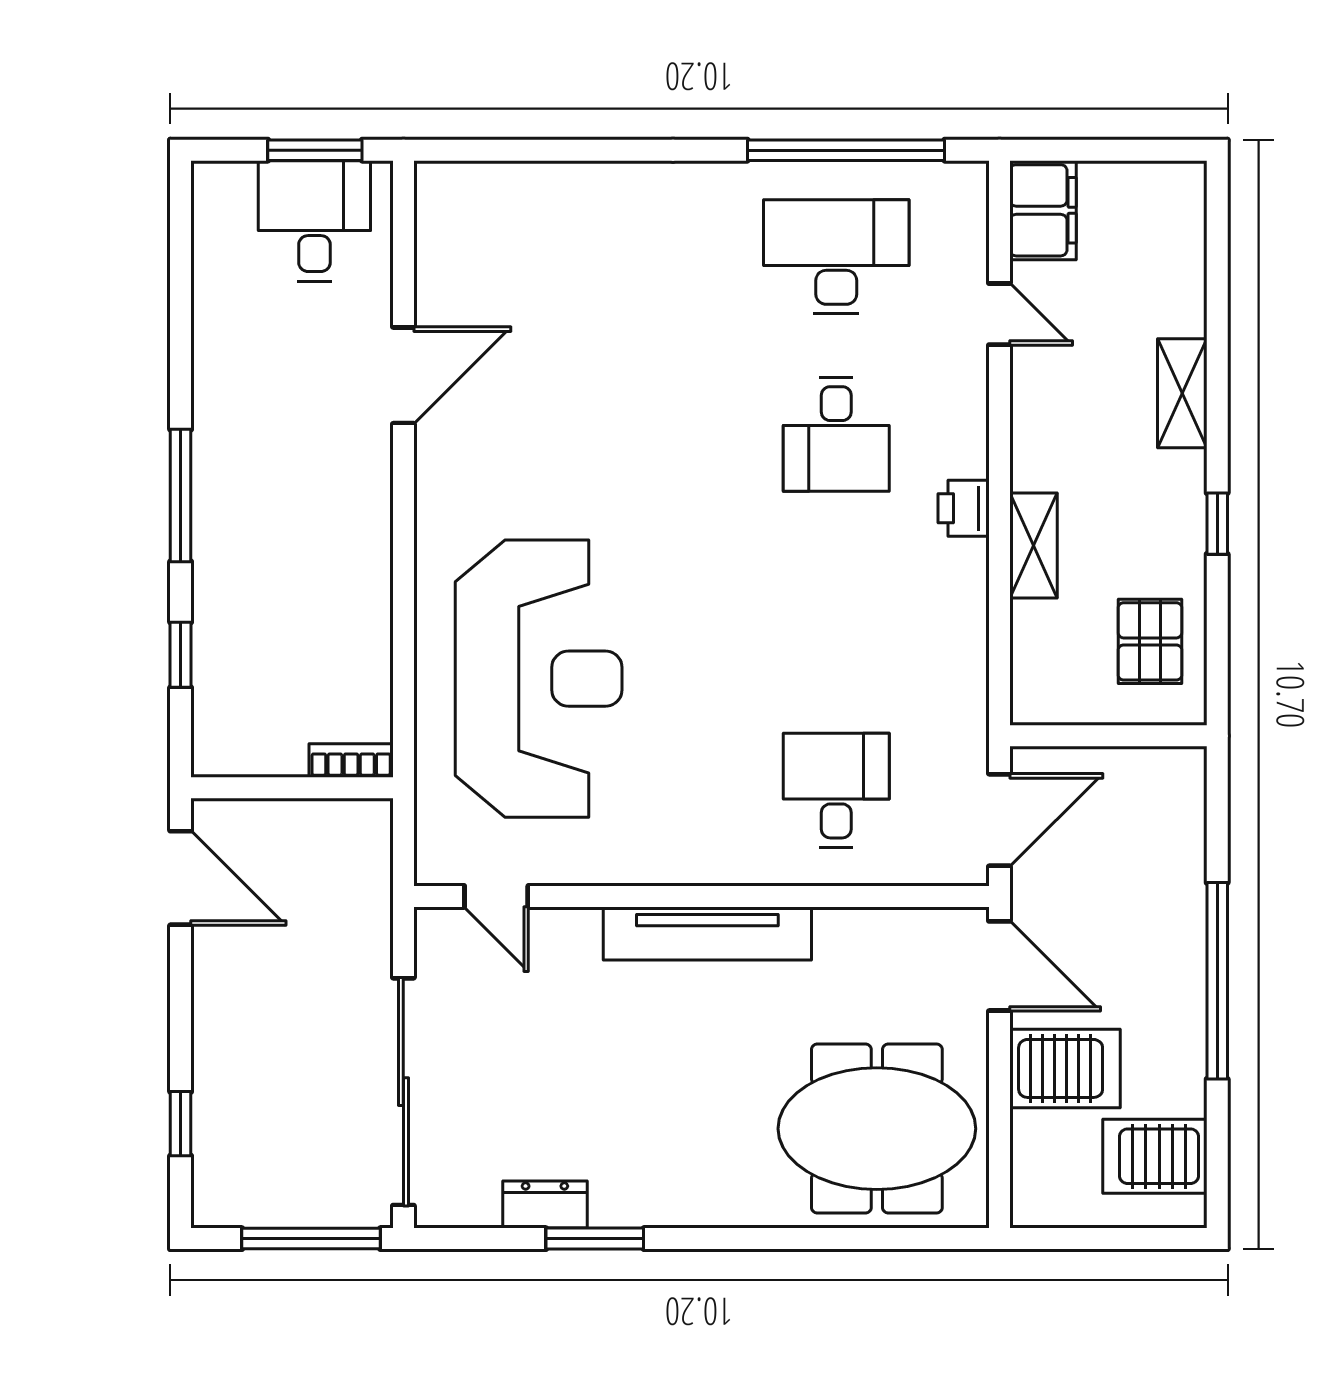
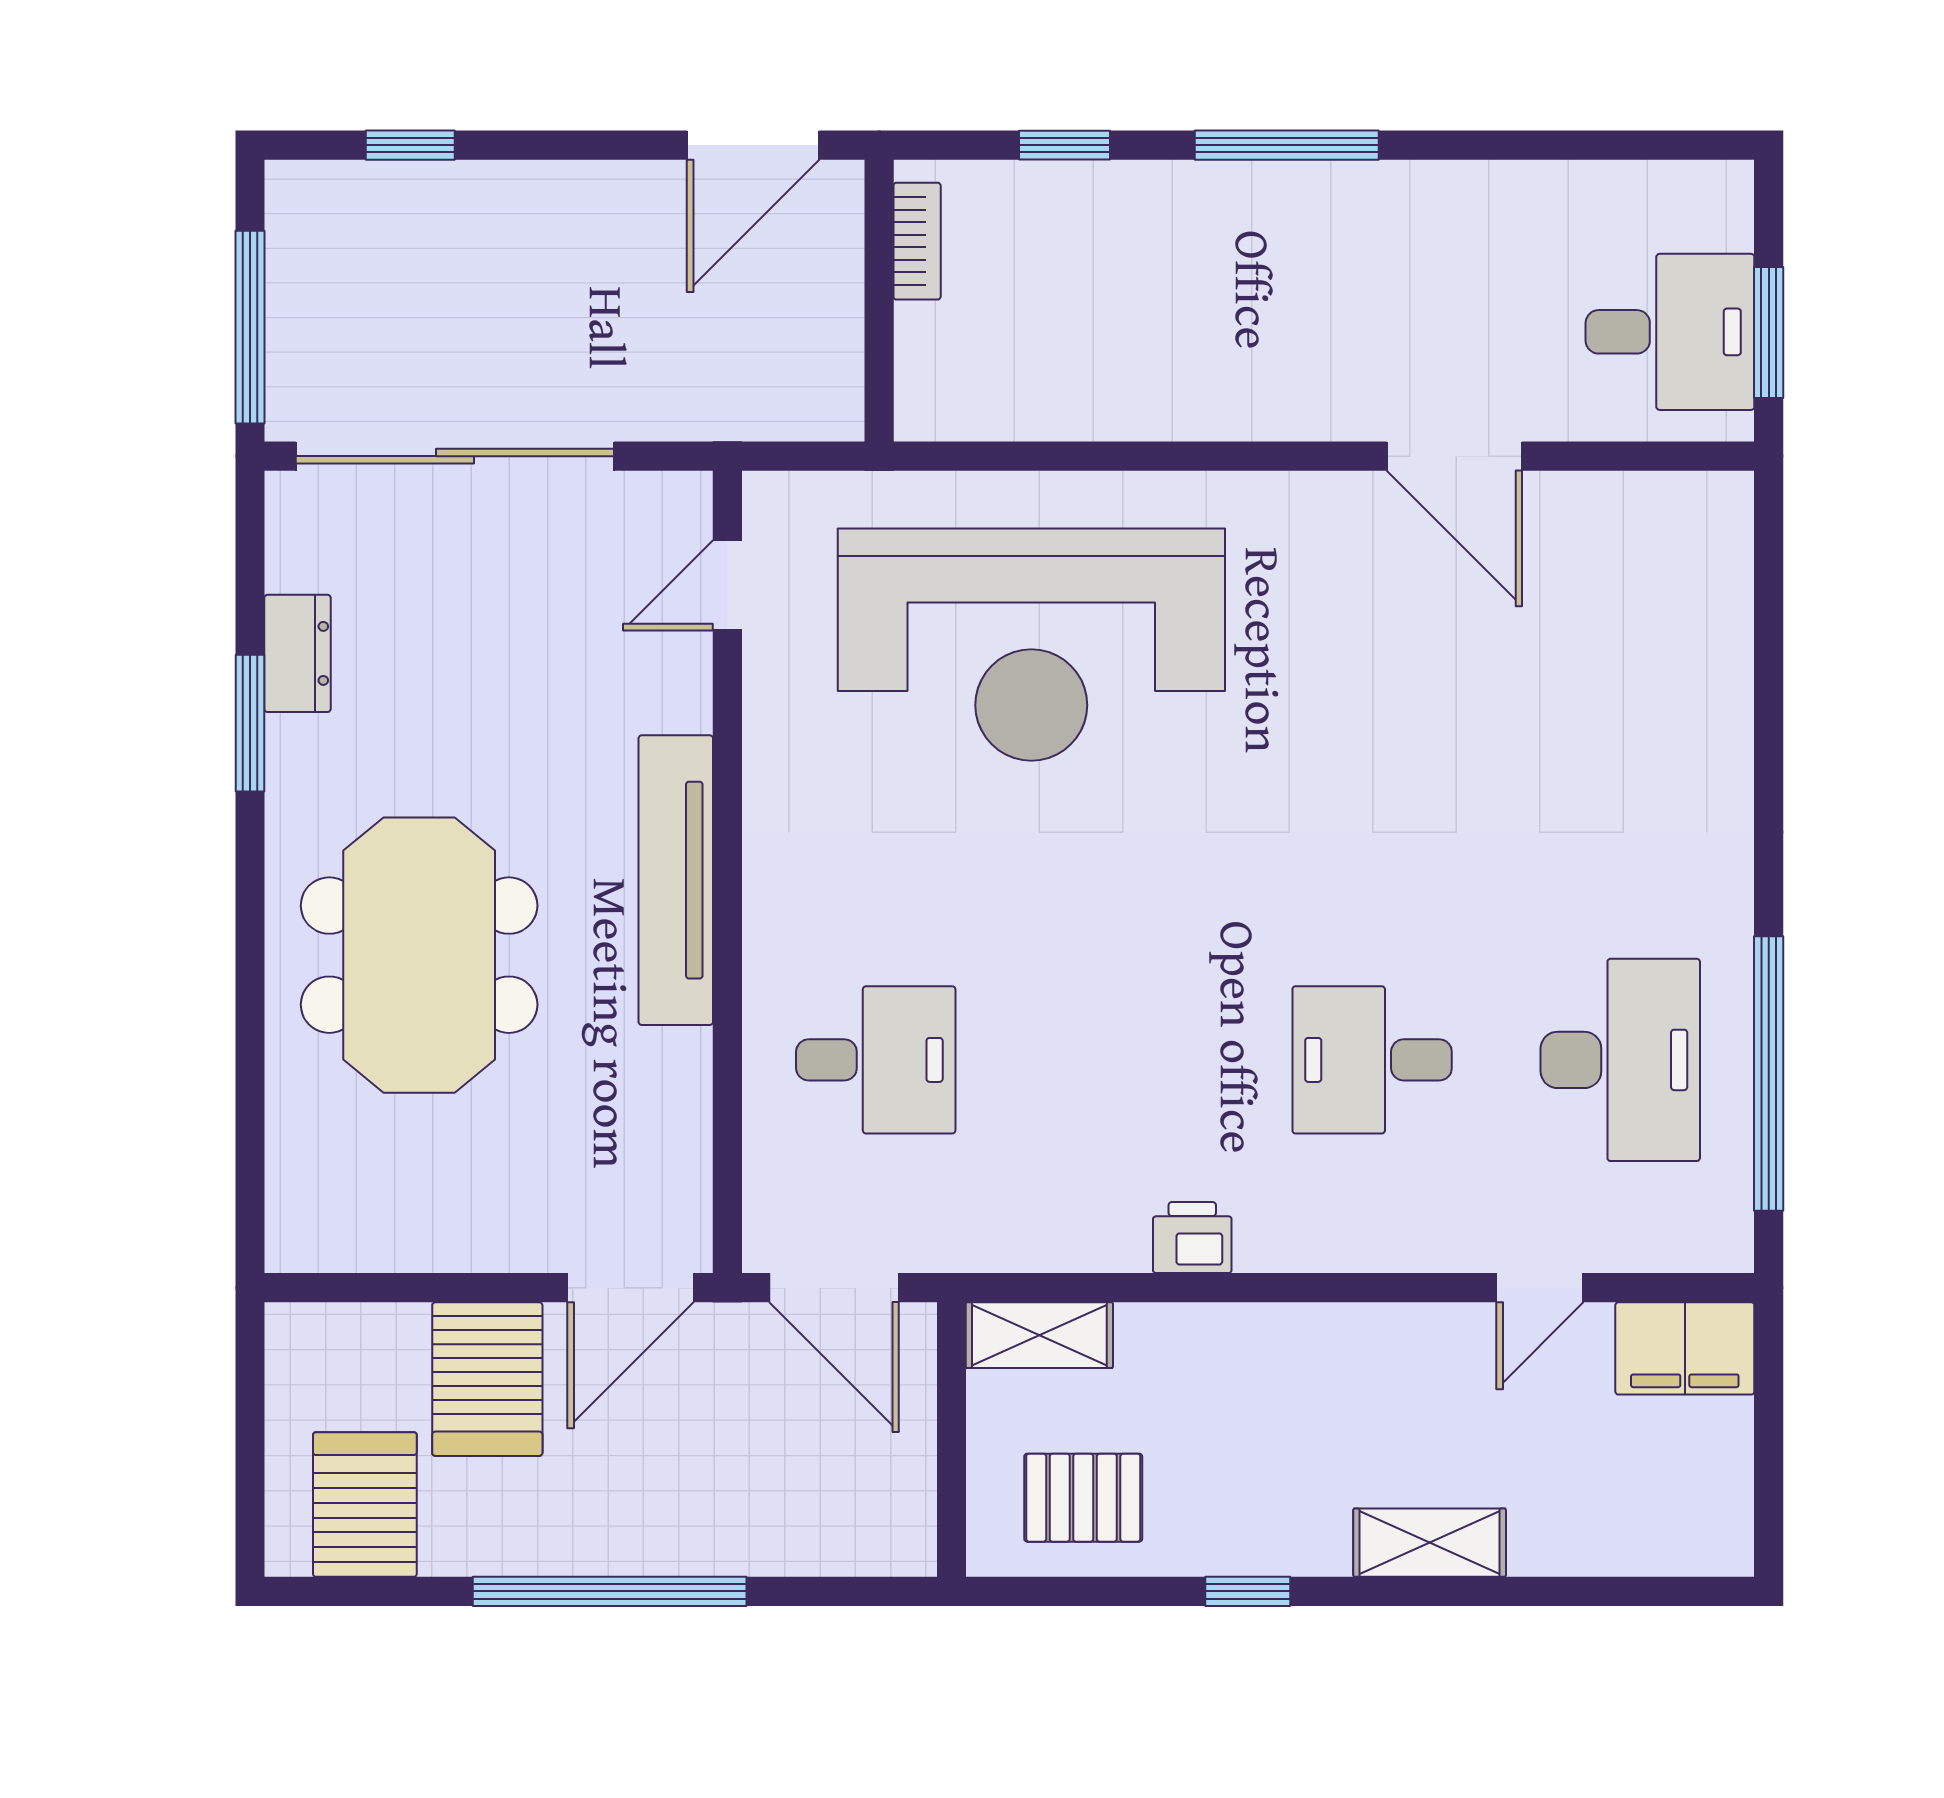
printer: (964, 508) -> (1192, 1238), moved
shelving: (1034, 546) -> (1039, 1335), moved
bookcase: (351, 760) -> (917, 241), moved
meeting table: (877, 1129) -> (419, 955), moved

